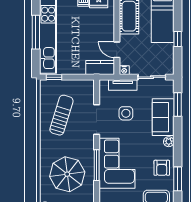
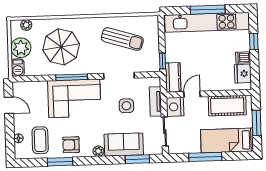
window: (178, 39) -> (205, 157), width x2.17
nightstand: (124, 70) -> (175, 107), width x1.89, depth x1.79
window: (54, 77) -> (162, 61), moved

